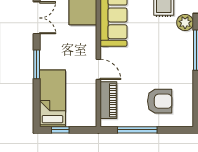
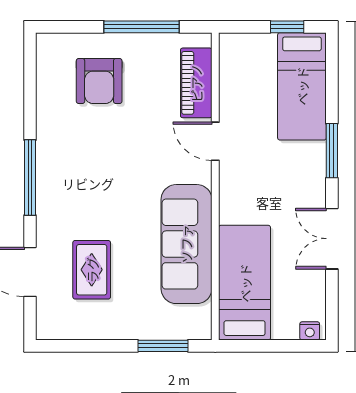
plant: (185, 23) -> (51, 230), removed
armchair: (160, 101) -> (99, 81), turned -90

